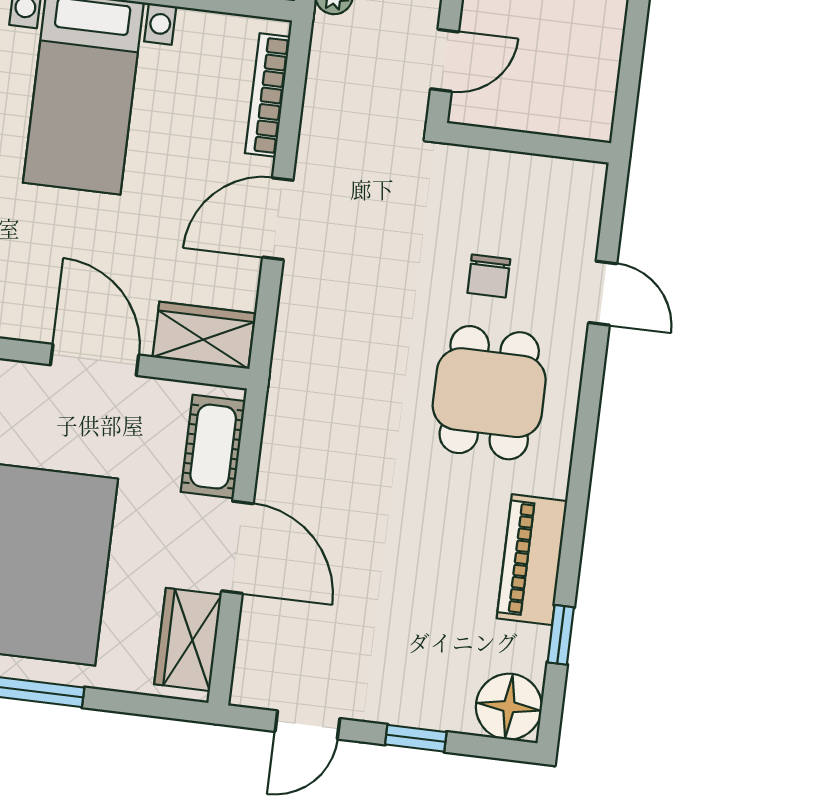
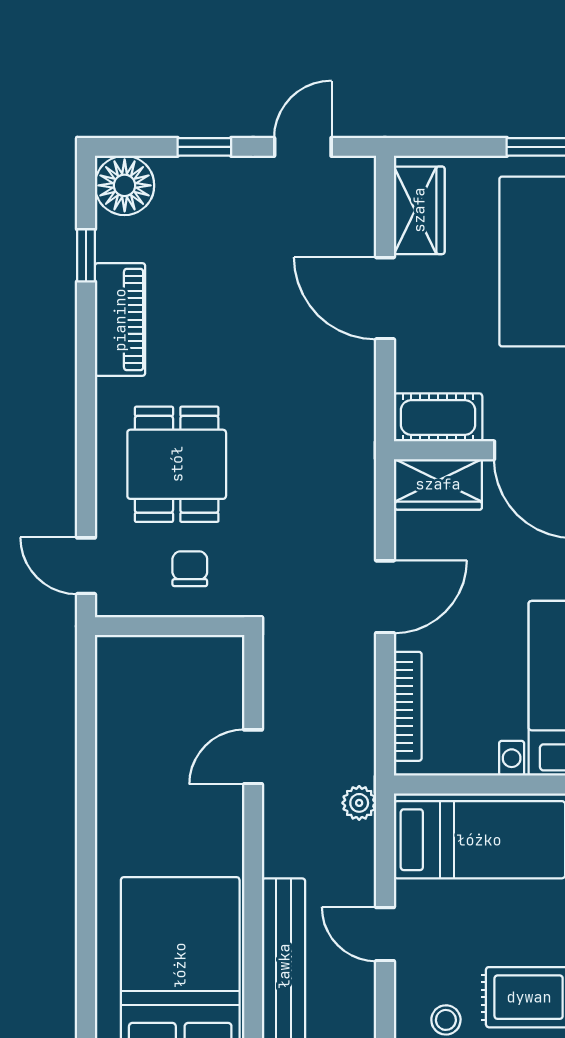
wall: (528, 143) -> (170, 626), moved
cot: (213, 447) -> (438, 417), moved, turned 90

